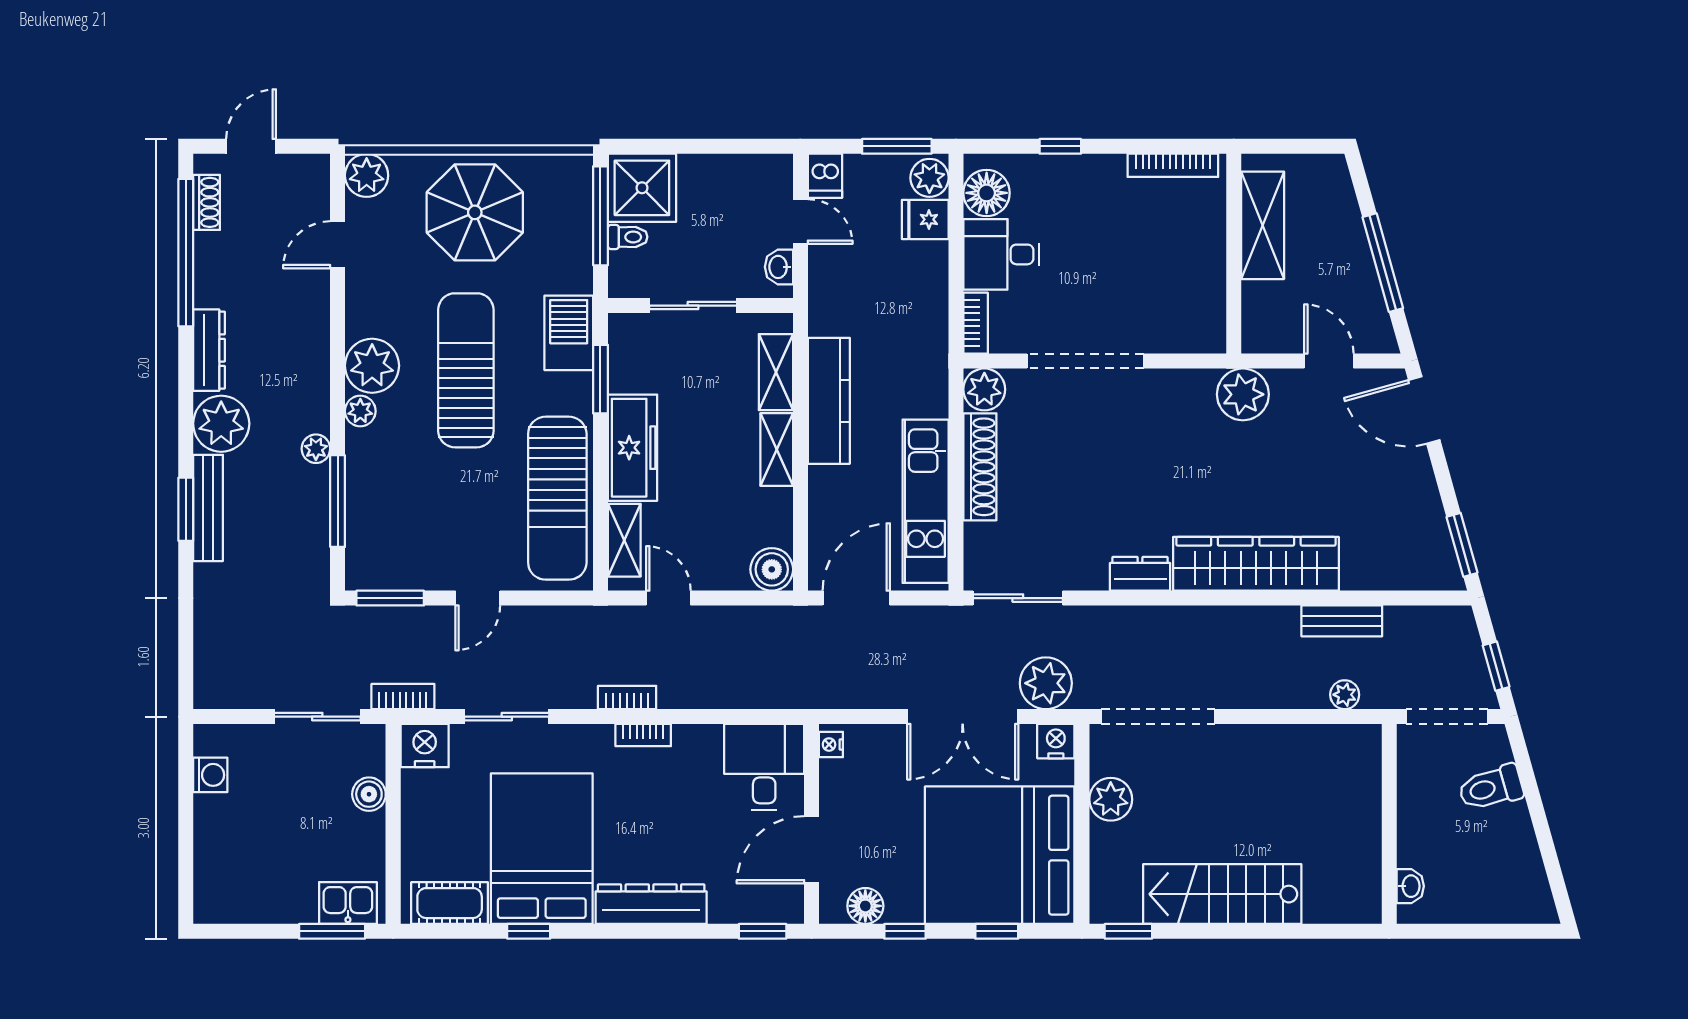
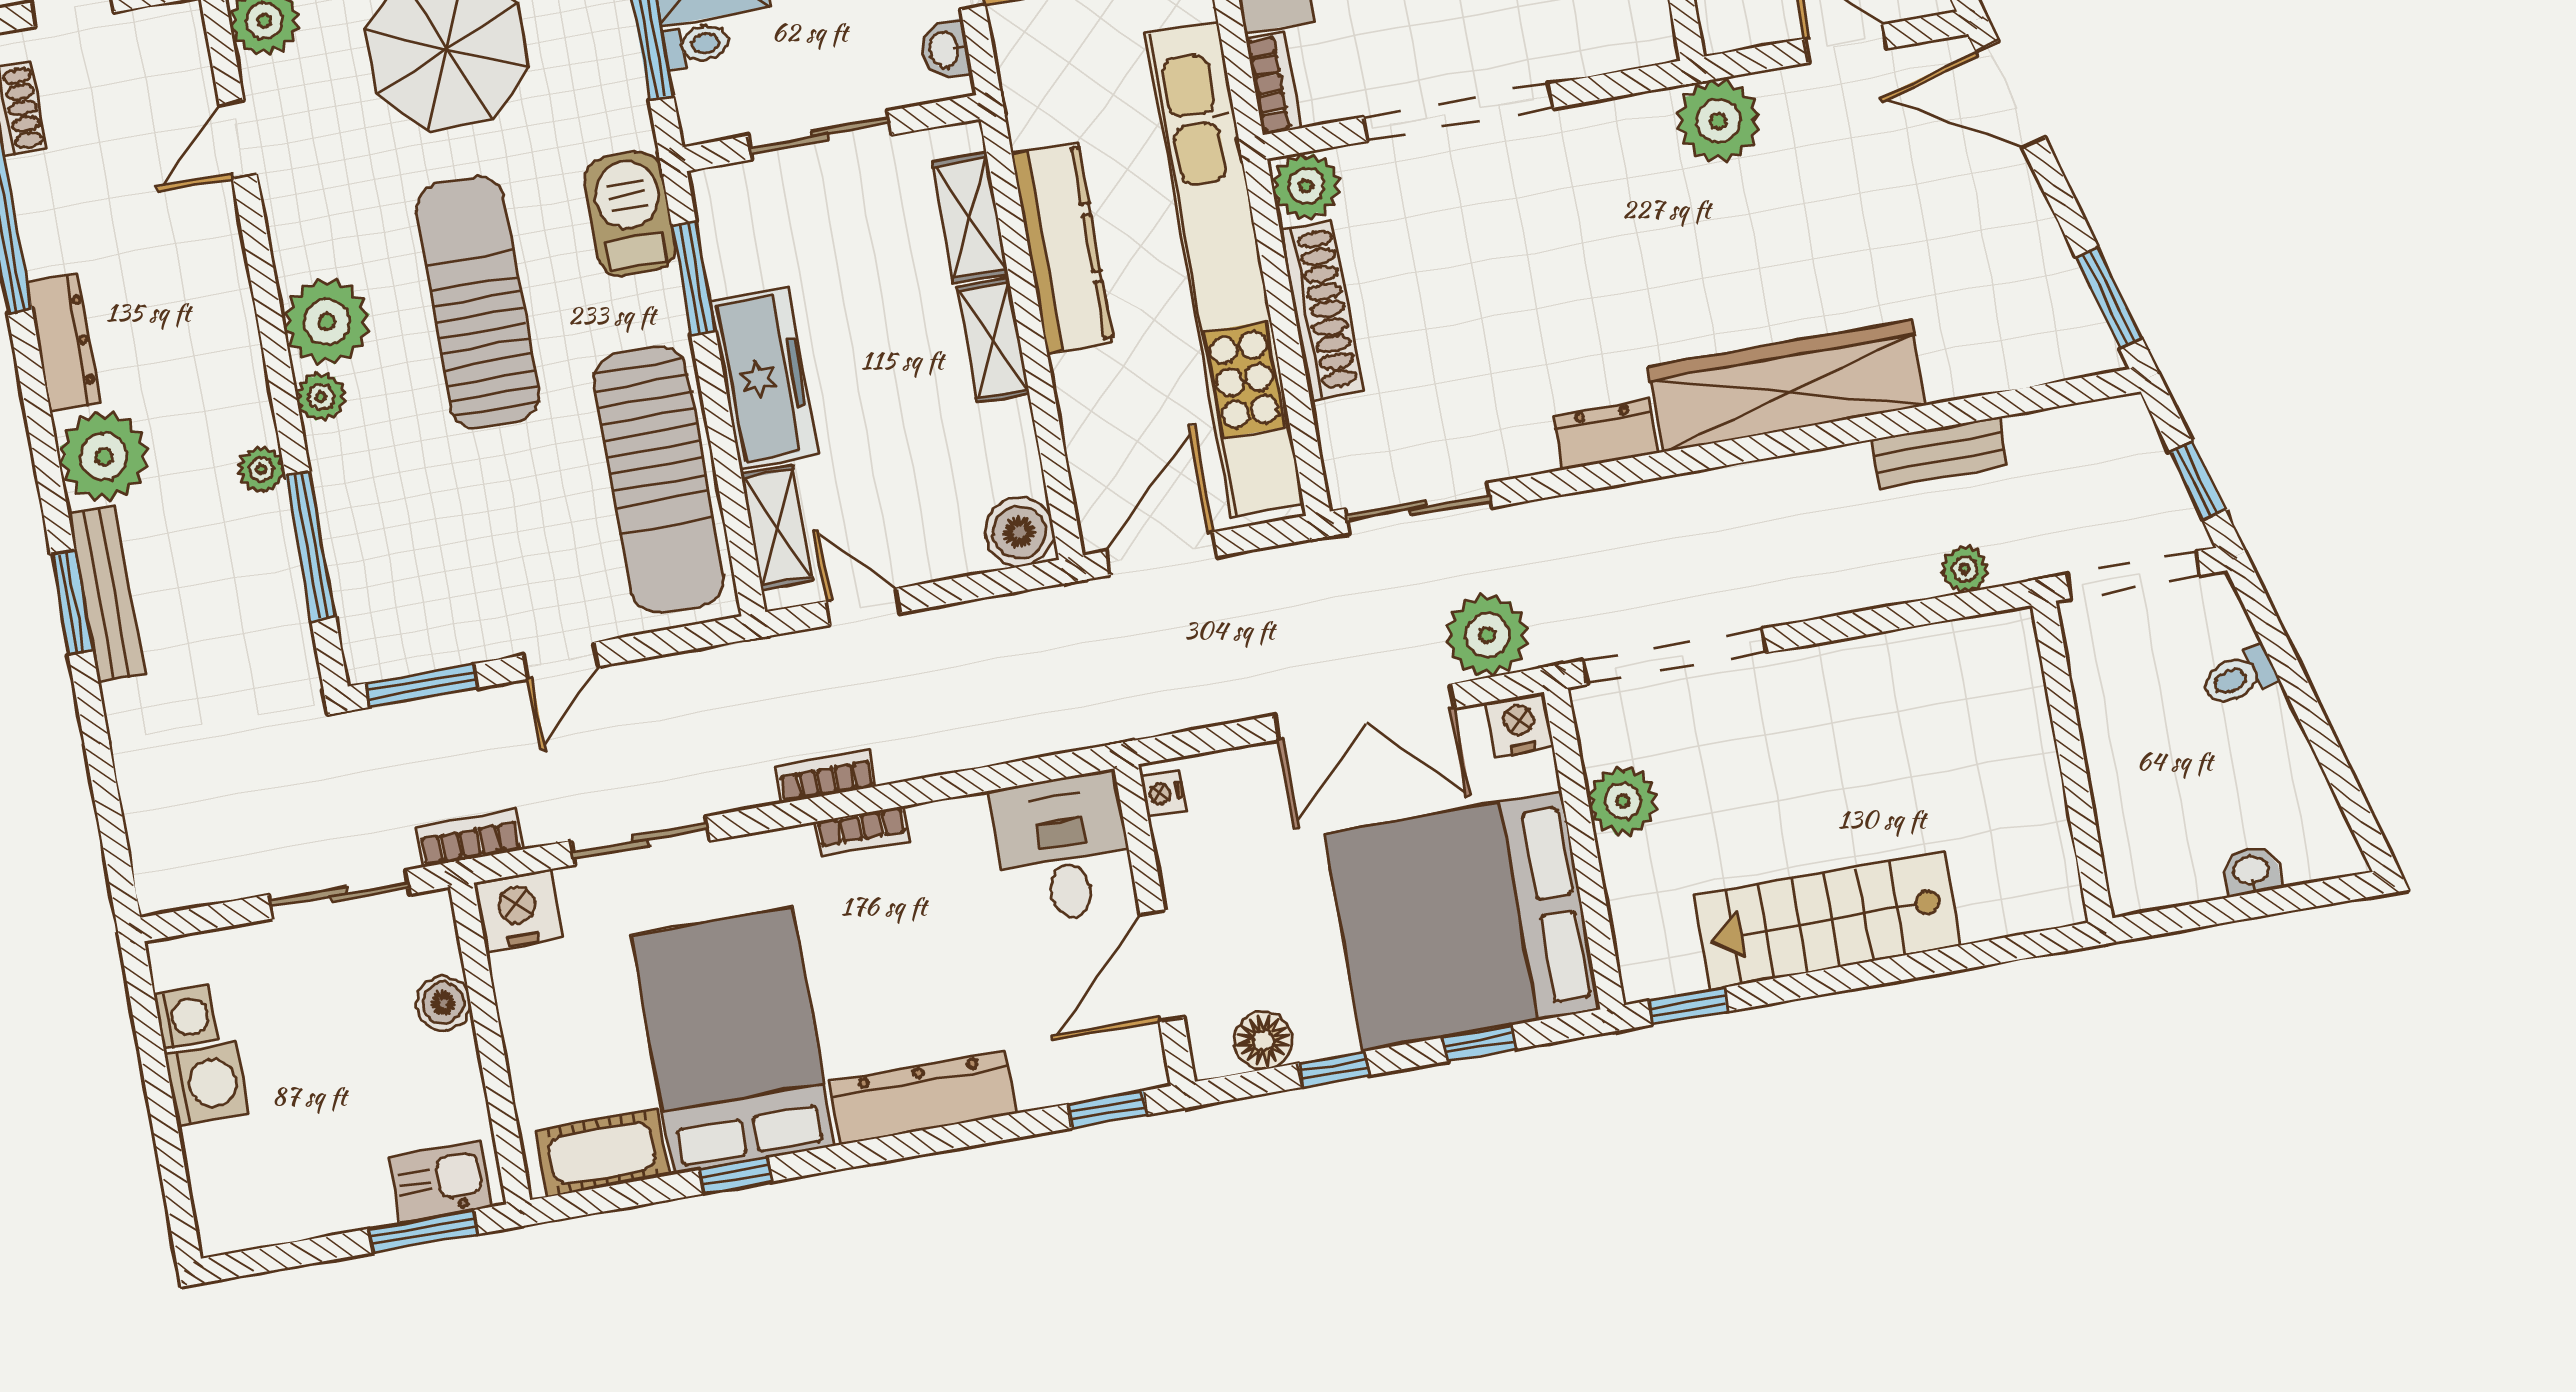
kitchen unit: (926, 501) -> (1225, 269), width x1.86
toilet: (1491, 788) -> (2239, 677), width x0.73, depth x0.72
washing machine: (216, 818) -> (207, 1084), added
washbasin: (1410, 886) -> (2251, 871), moved, turned -90

